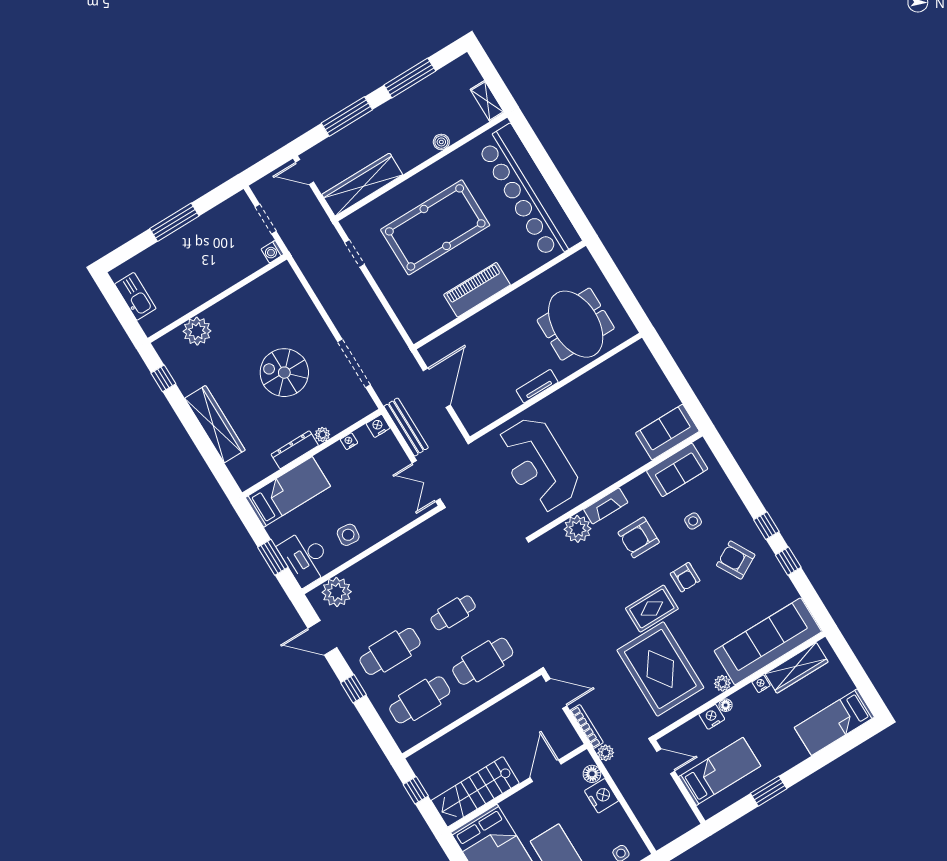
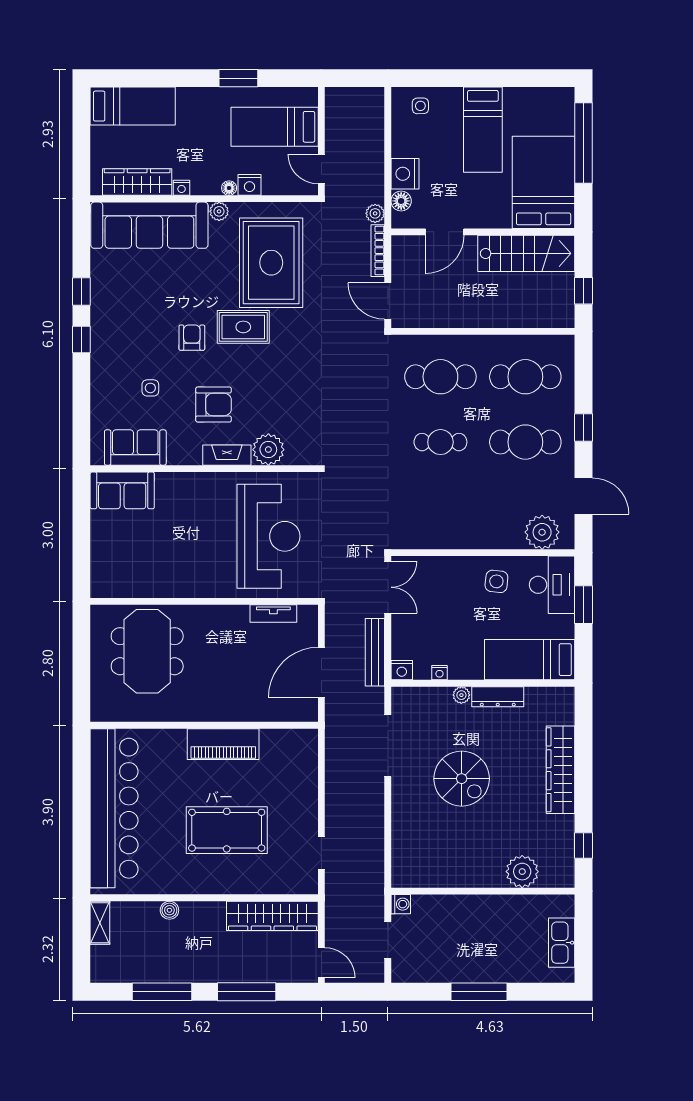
pool table: (435, 227) -> (227, 830), width x0.73, depth x0.76
tv unit: (537, 386) -> (273, 614), moved
armchair: (736, 560) -> (132, 324), removed

